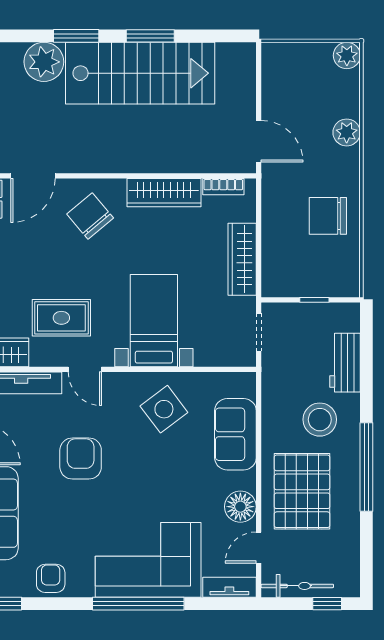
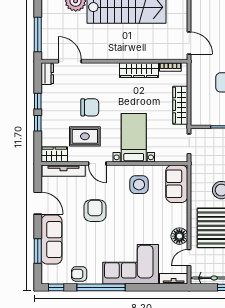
door: (33, 176) -> (70, 61), swing flipped
chair: (90, 216) -> (90, 107), moved, turned 130
side table: (164, 409) -> (139, 185), turned 37
sofa: (235, 434) -> (177, 184), moved
armchair: (51, 578) -> (79, 274), turned -90
window: (138, 604) -> (101, 287), moved

